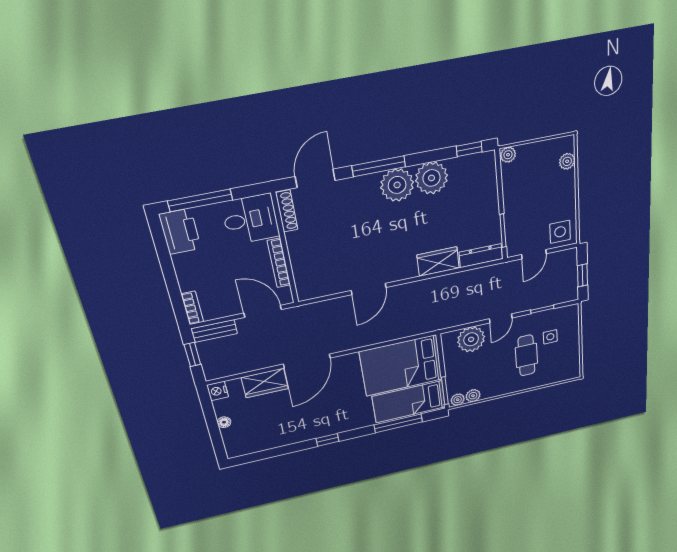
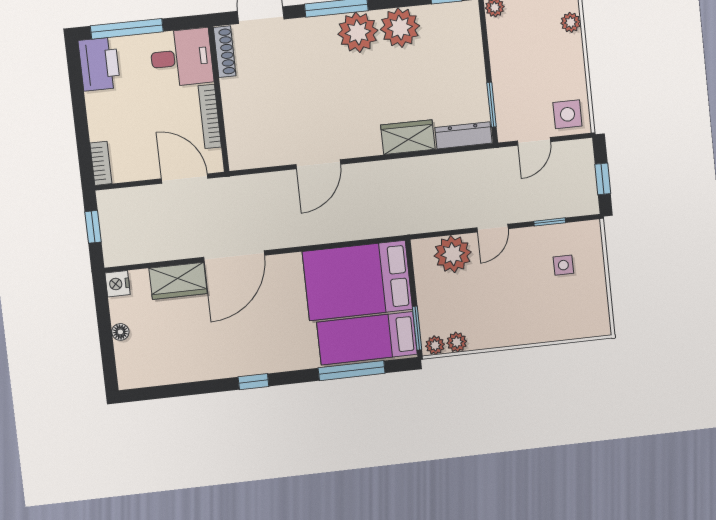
bench: (214, 331) -> (123, 198), removed
cafe table: (526, 355) -> (531, 289), removed

